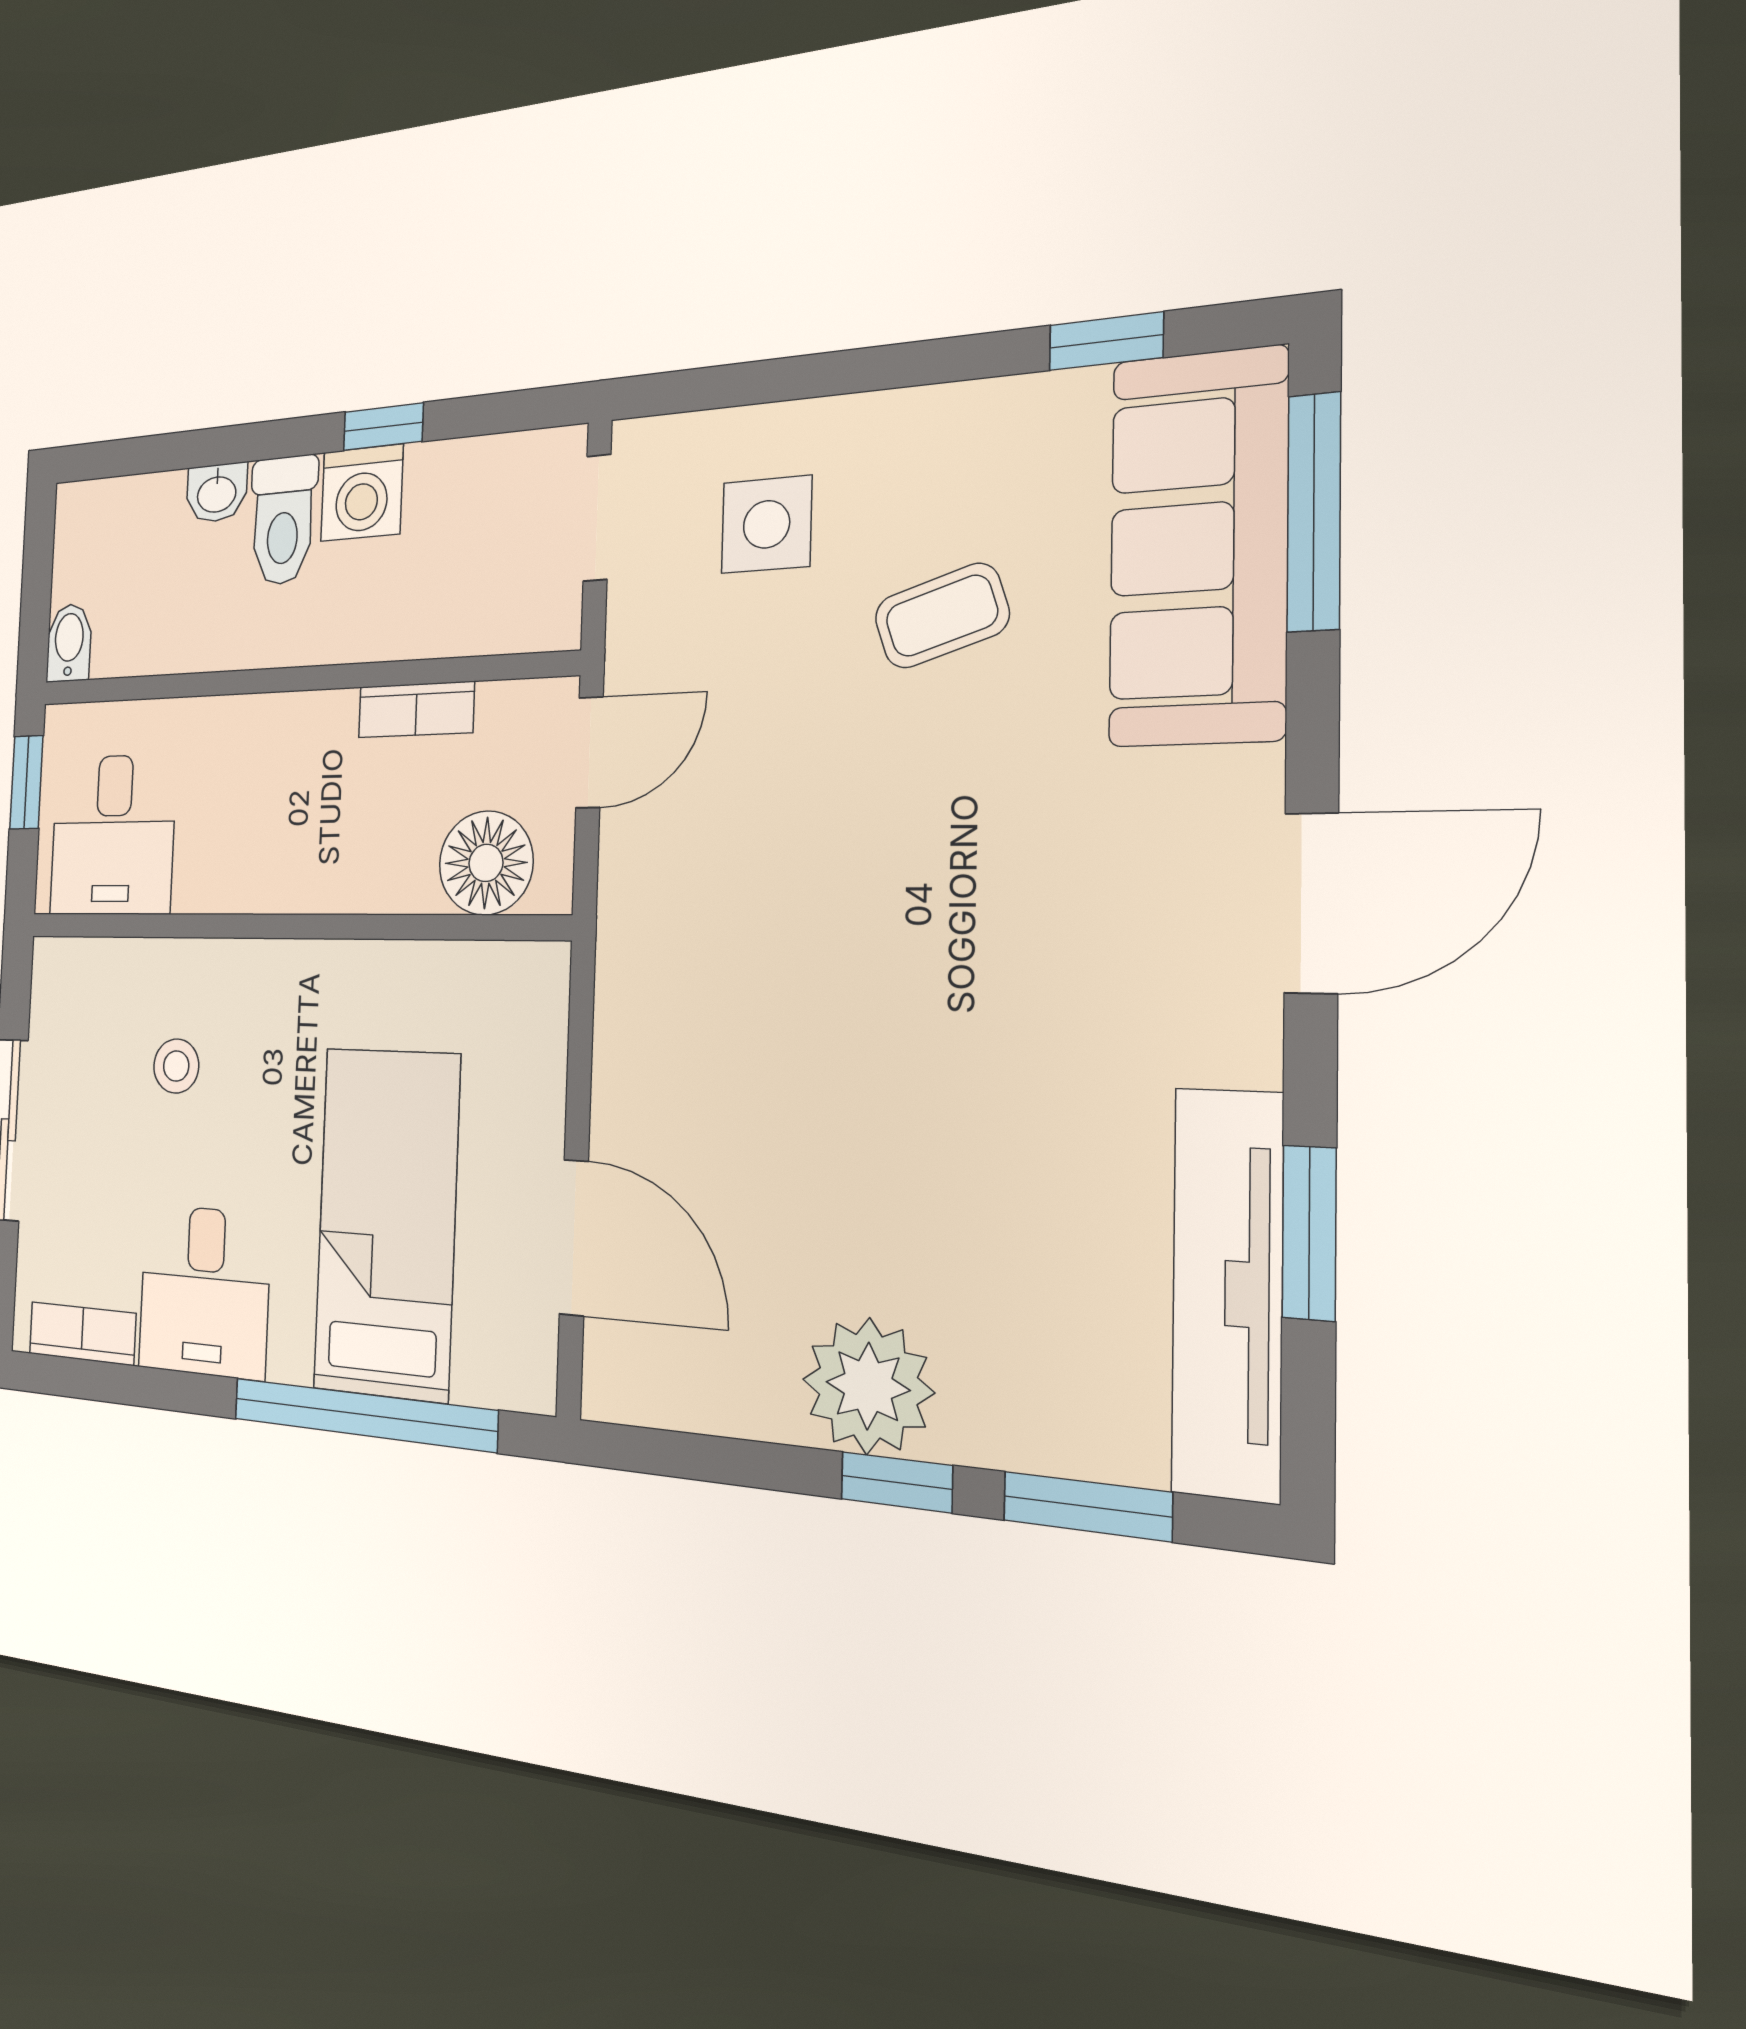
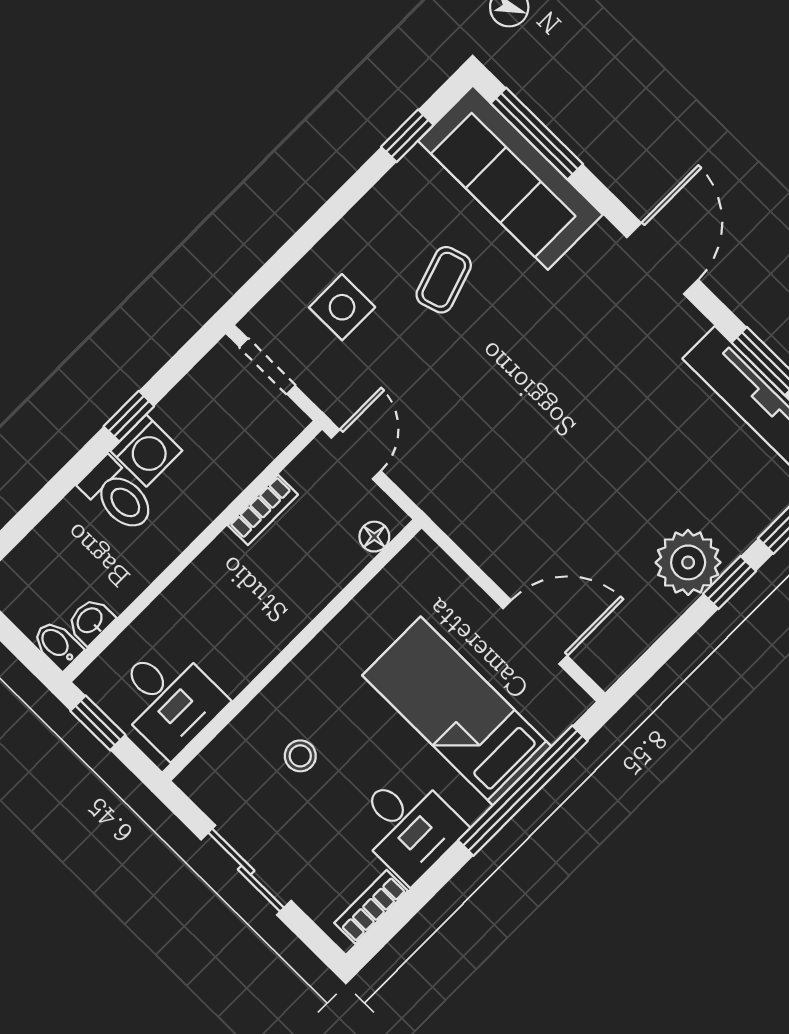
washbasin: (217, 493) -> (90, 621), moved, turned 180
floor lamp: (486, 863) -> (374, 537), width x0.53, depth x0.53

